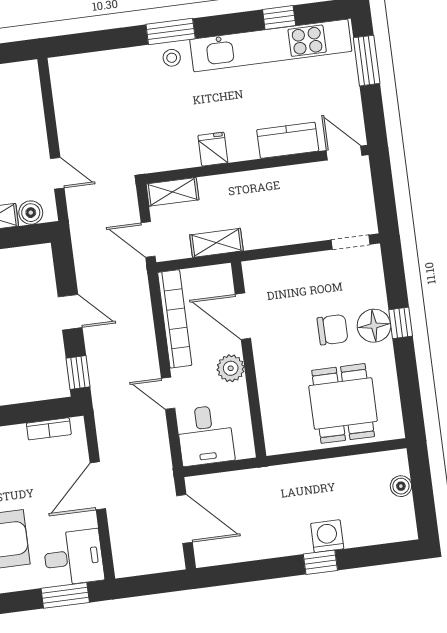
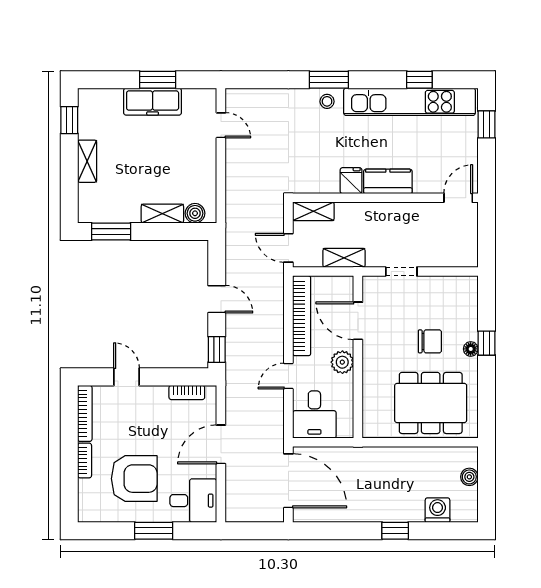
window: (367, 61) -> (486, 124), width x0.67
kitchen counter: (288, 140) -> (388, 181), moved
door: (344, 153) -> (458, 198), hinge flipped
door: (57, 173) -> (221, 125), moved
doorway: (351, 242) -> (401, 272), moved
floor lamp: (374, 326) -> (471, 349), width x0.53, depth x0.53
door: (168, 393) -> (288, 376), hinge flipped
dining table: (343, 403) -> (431, 403), width x1.38
door: (184, 519) -> (288, 481), width x1.36
washing machine: (327, 536) -> (438, 510), moved
window: (65, 595) -> (154, 531), moved

